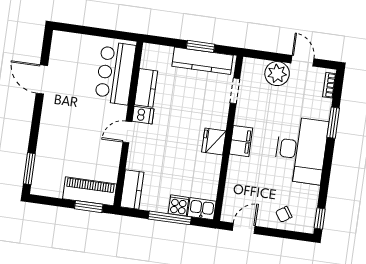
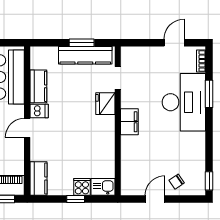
door: (302, 61) -> (174, 43), hinge flipped
plant: (277, 74) -> (153, 57), removed
fridge: (214, 142) -> (105, 104), moved
desk: (301, 150) -> (184, 102), moved
window: (170, 218) -> (76, 199), width x0.46
door: (244, 228) -> (155, 199), moved

